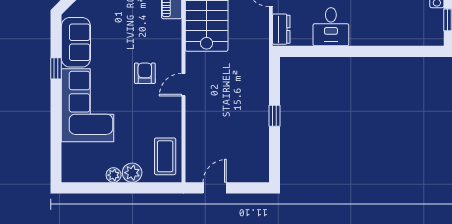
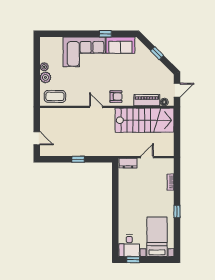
desk: (331, 27) -> (129, 246), moved, turned -90
armchair: (145, 73) -> (116, 97), moved
door: (215, 188) -> (37, 138), moved

